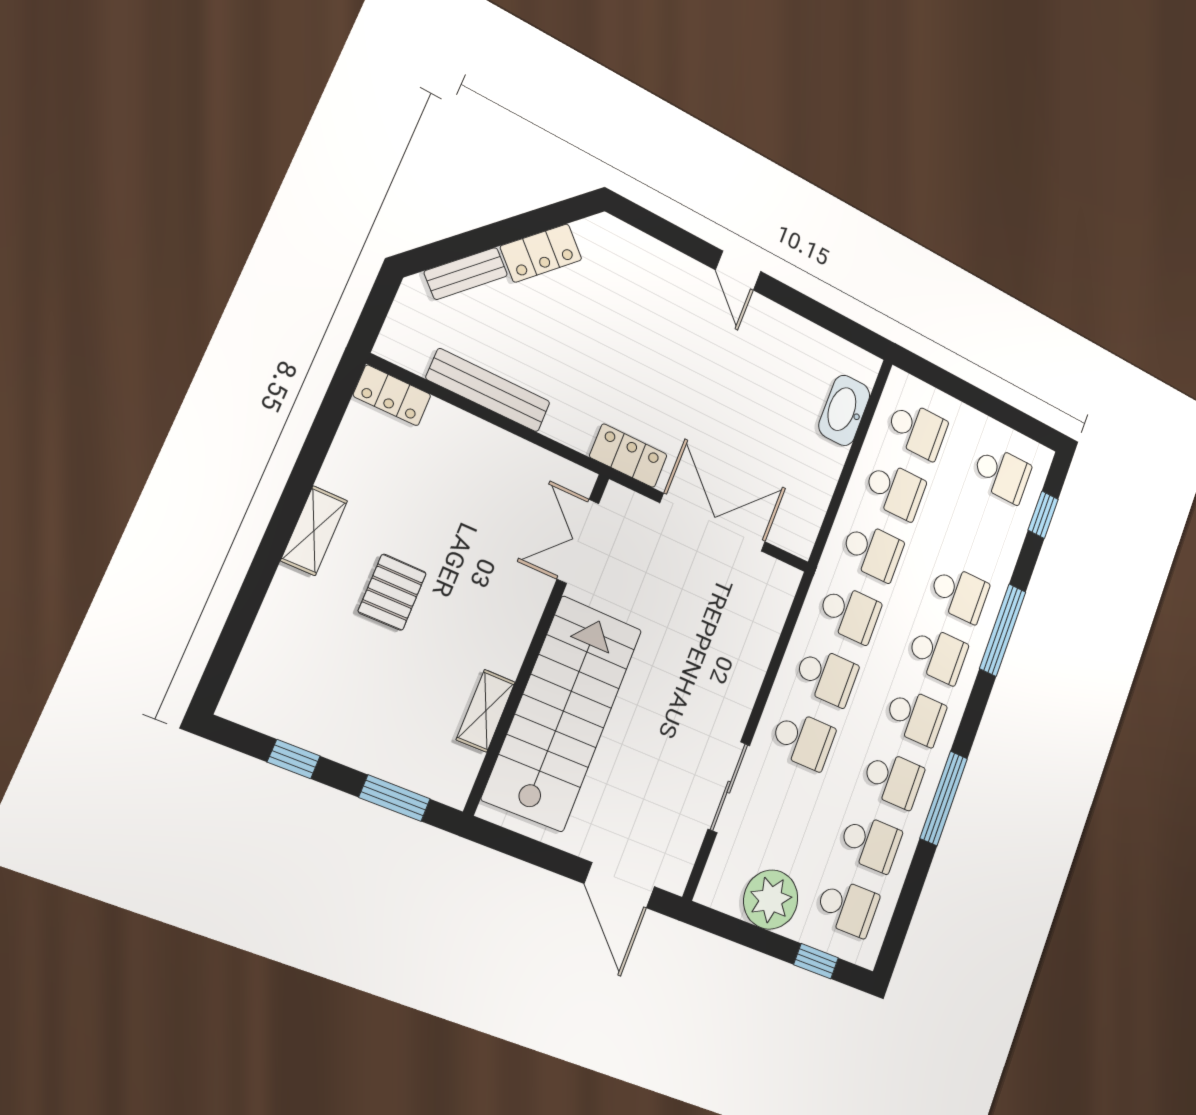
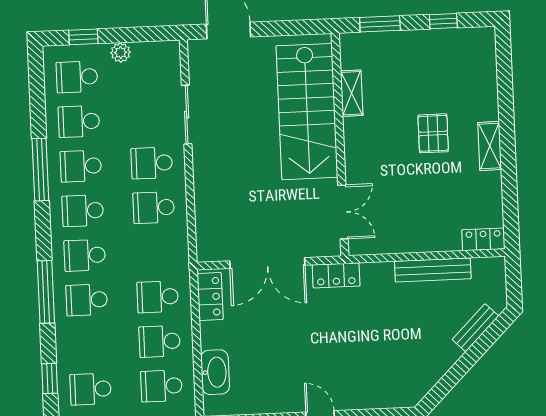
locker: (541, 253) -> (210, 297), moved, turned 135
school desk: (850, 613) -> (156, 252), removed
plant: (771, 900) -> (121, 53), width x0.53, depth x0.53

